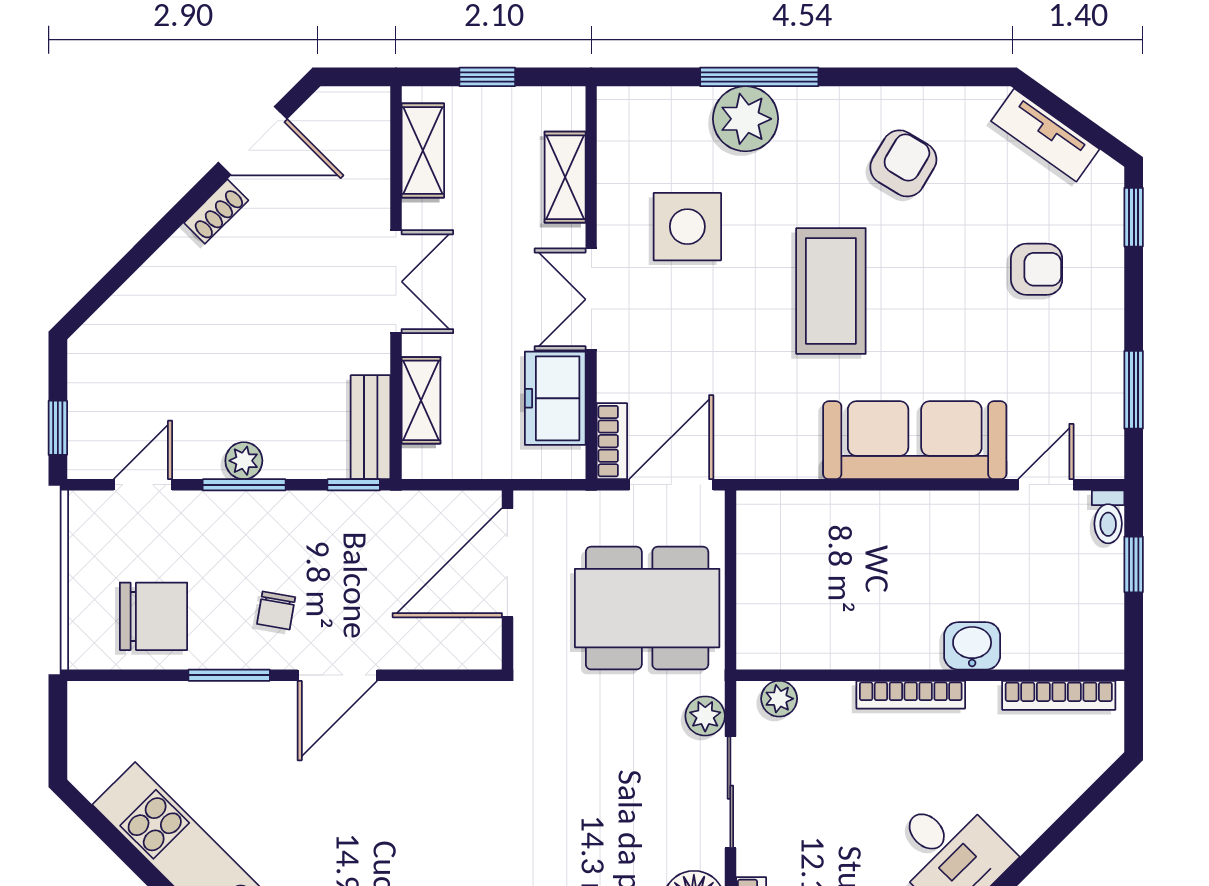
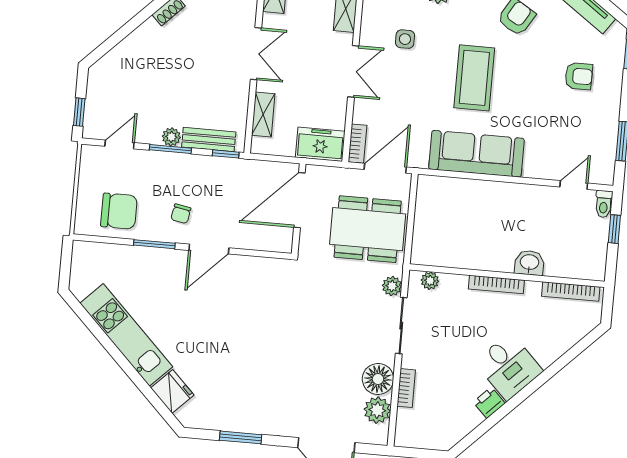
side table: (687, 227) -> (405, 39), width x0.54, depth x0.54
double door: (591, 299) -> (353, 71), swing flipped
freezer: (555, 398) -> (320, 144), moved, turned 90
bench: (371, 427) -> (209, 140), moved, turned 90
sofa: (915, 440) -> (476, 154), moved

